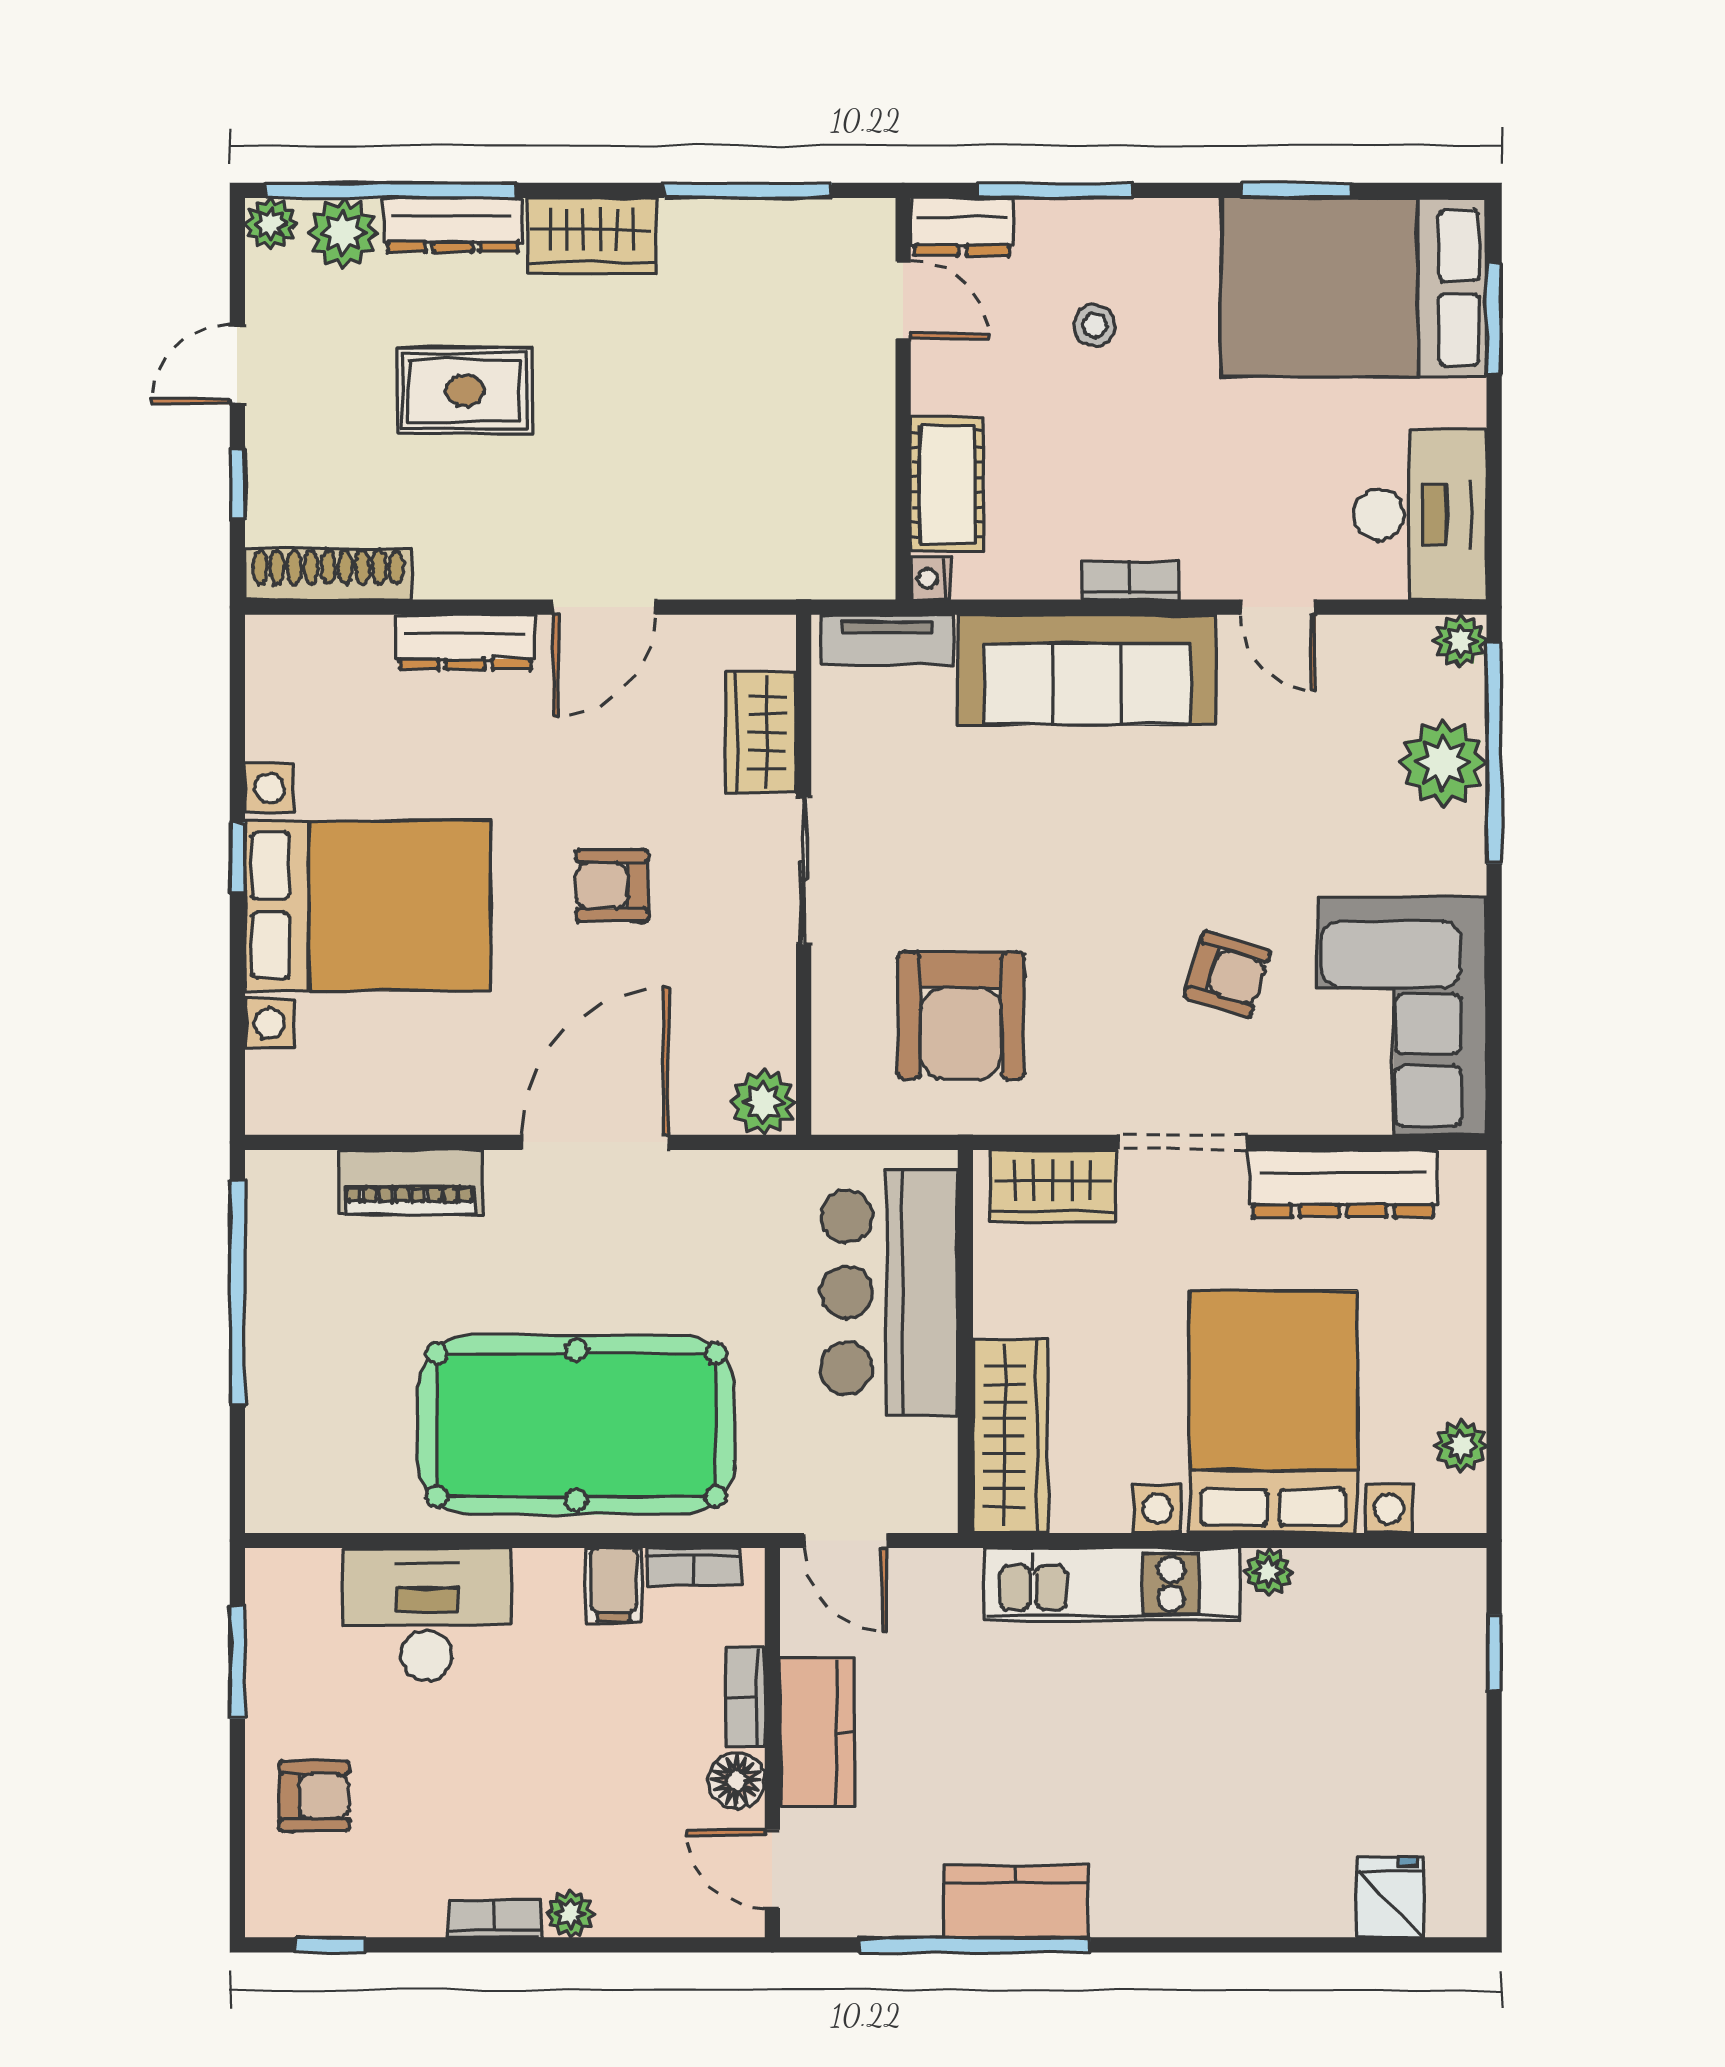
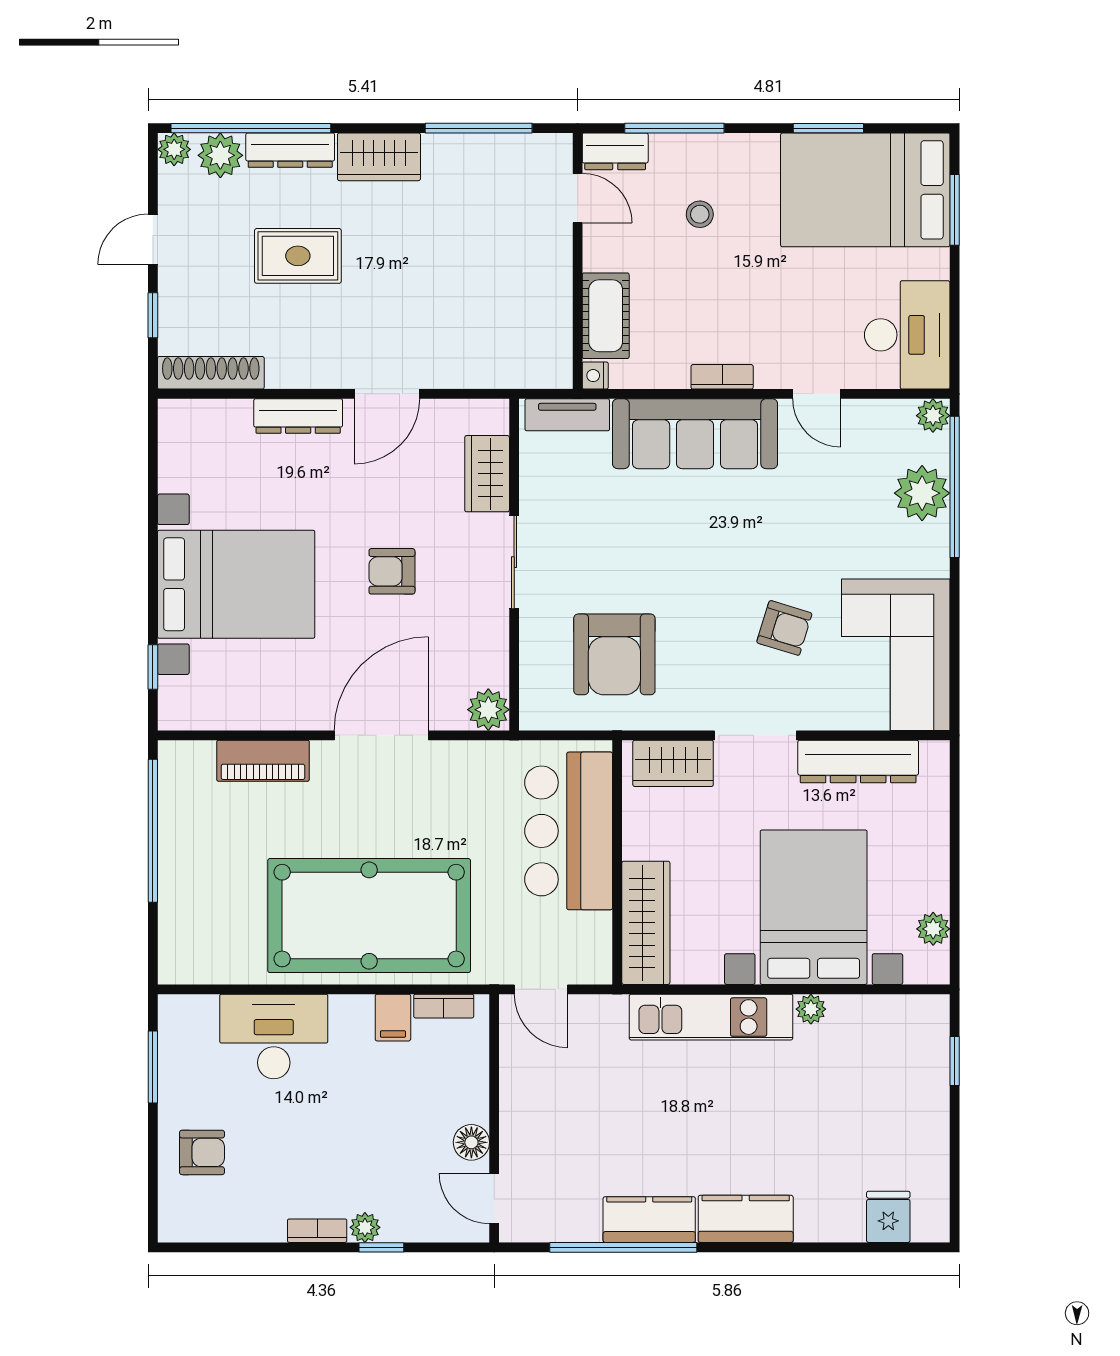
window: (237, 858) -> (153, 667), moved
bookcase: (745, 1697) -> (477, 1089), removed
kitchen counter: (817, 1732) -> (746, 1219), moved, turned -90
window: (330, 1945) -> (381, 1247), moved

